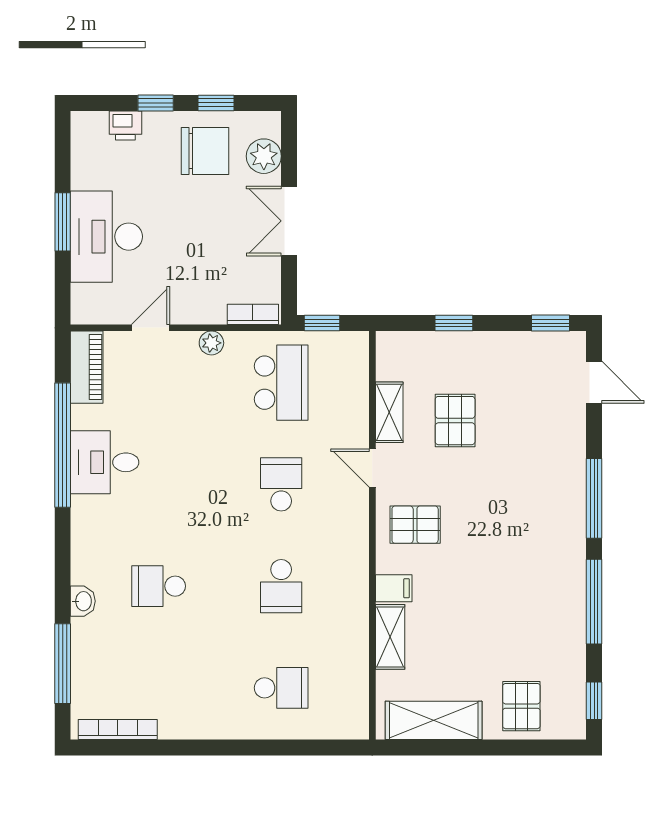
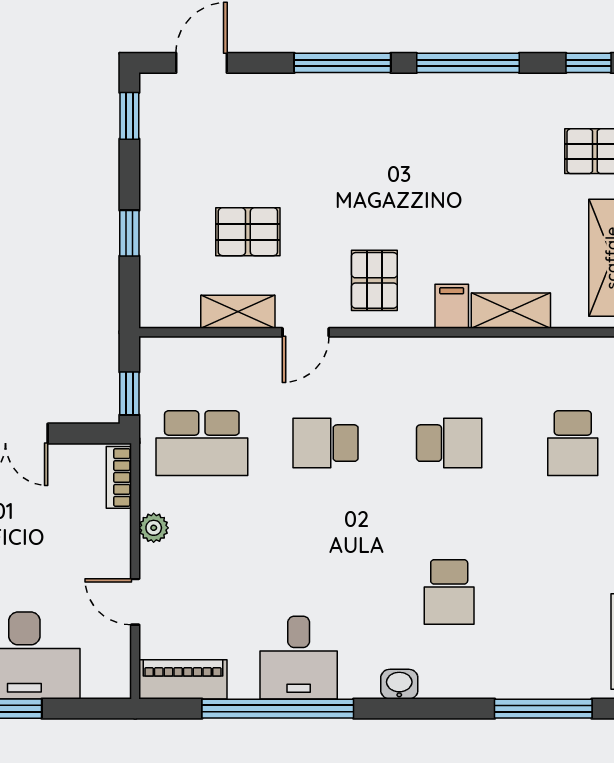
school desk: (281, 383) -> (202, 443), turned 180
washbasin: (83, 601) -> (399, 684), moved
school desk: (281, 688) -> (573, 443), turned 180

